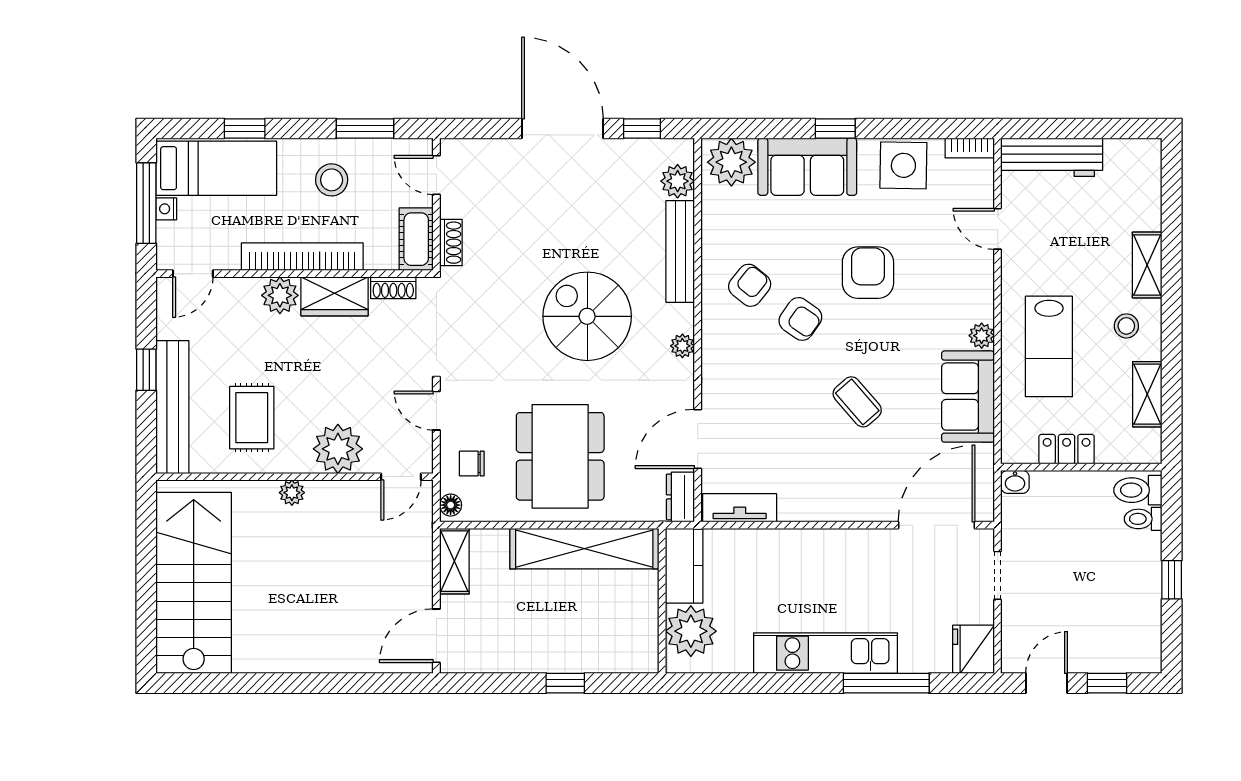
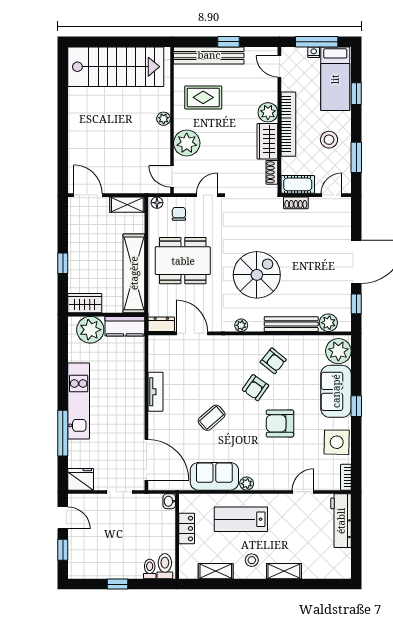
armchair: (868, 273) -> (280, 423), turned 180
tv unit: (740, 508) -> (156, 392), moved
wardrobe: (640, 642) -> (85, 303), added

